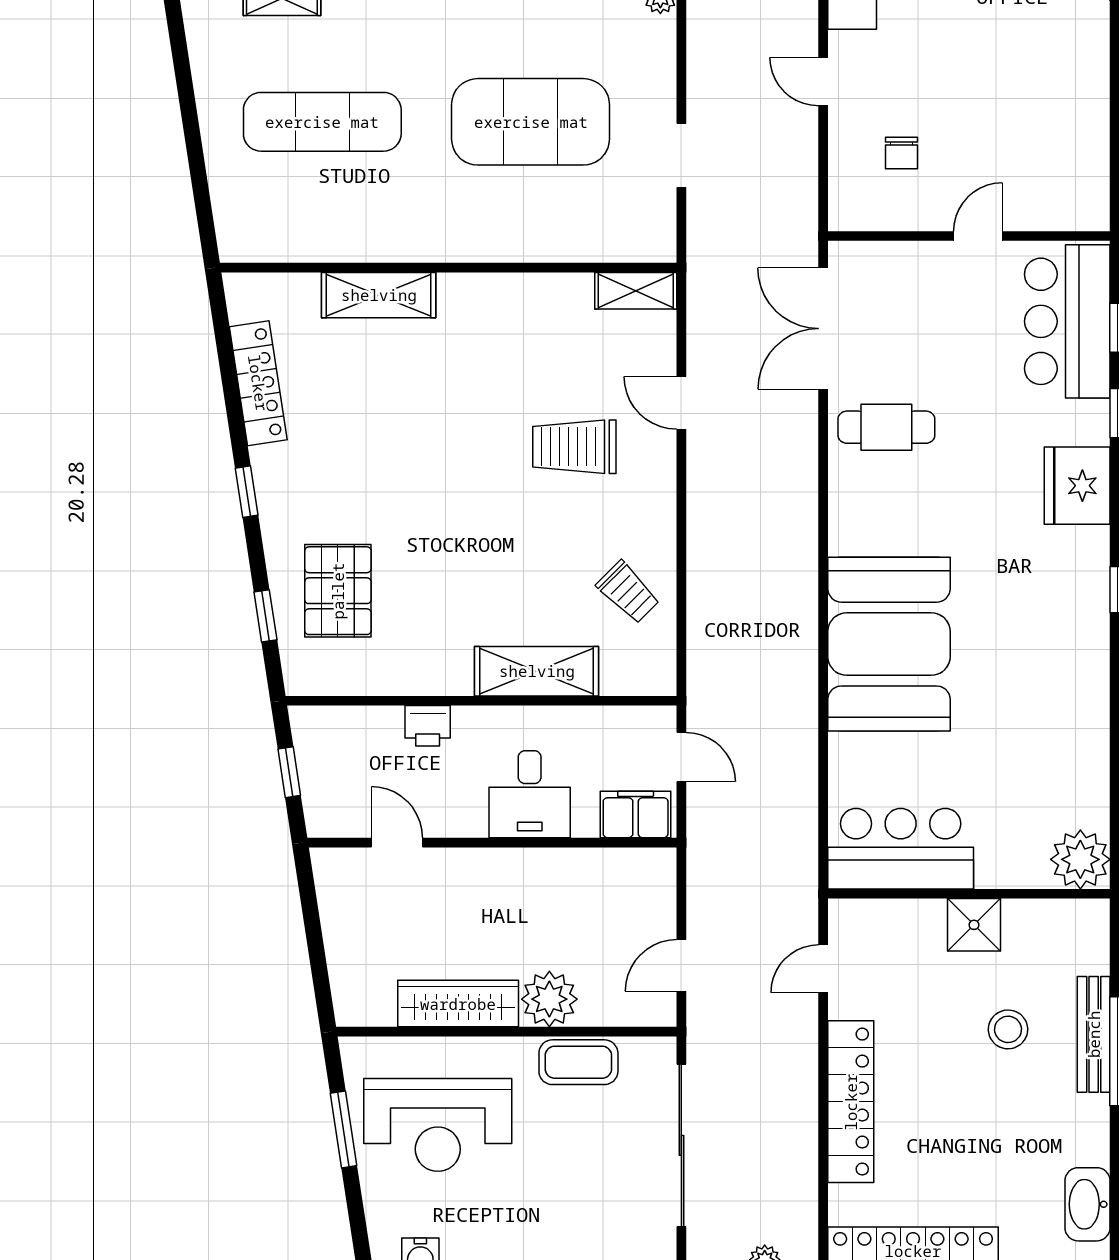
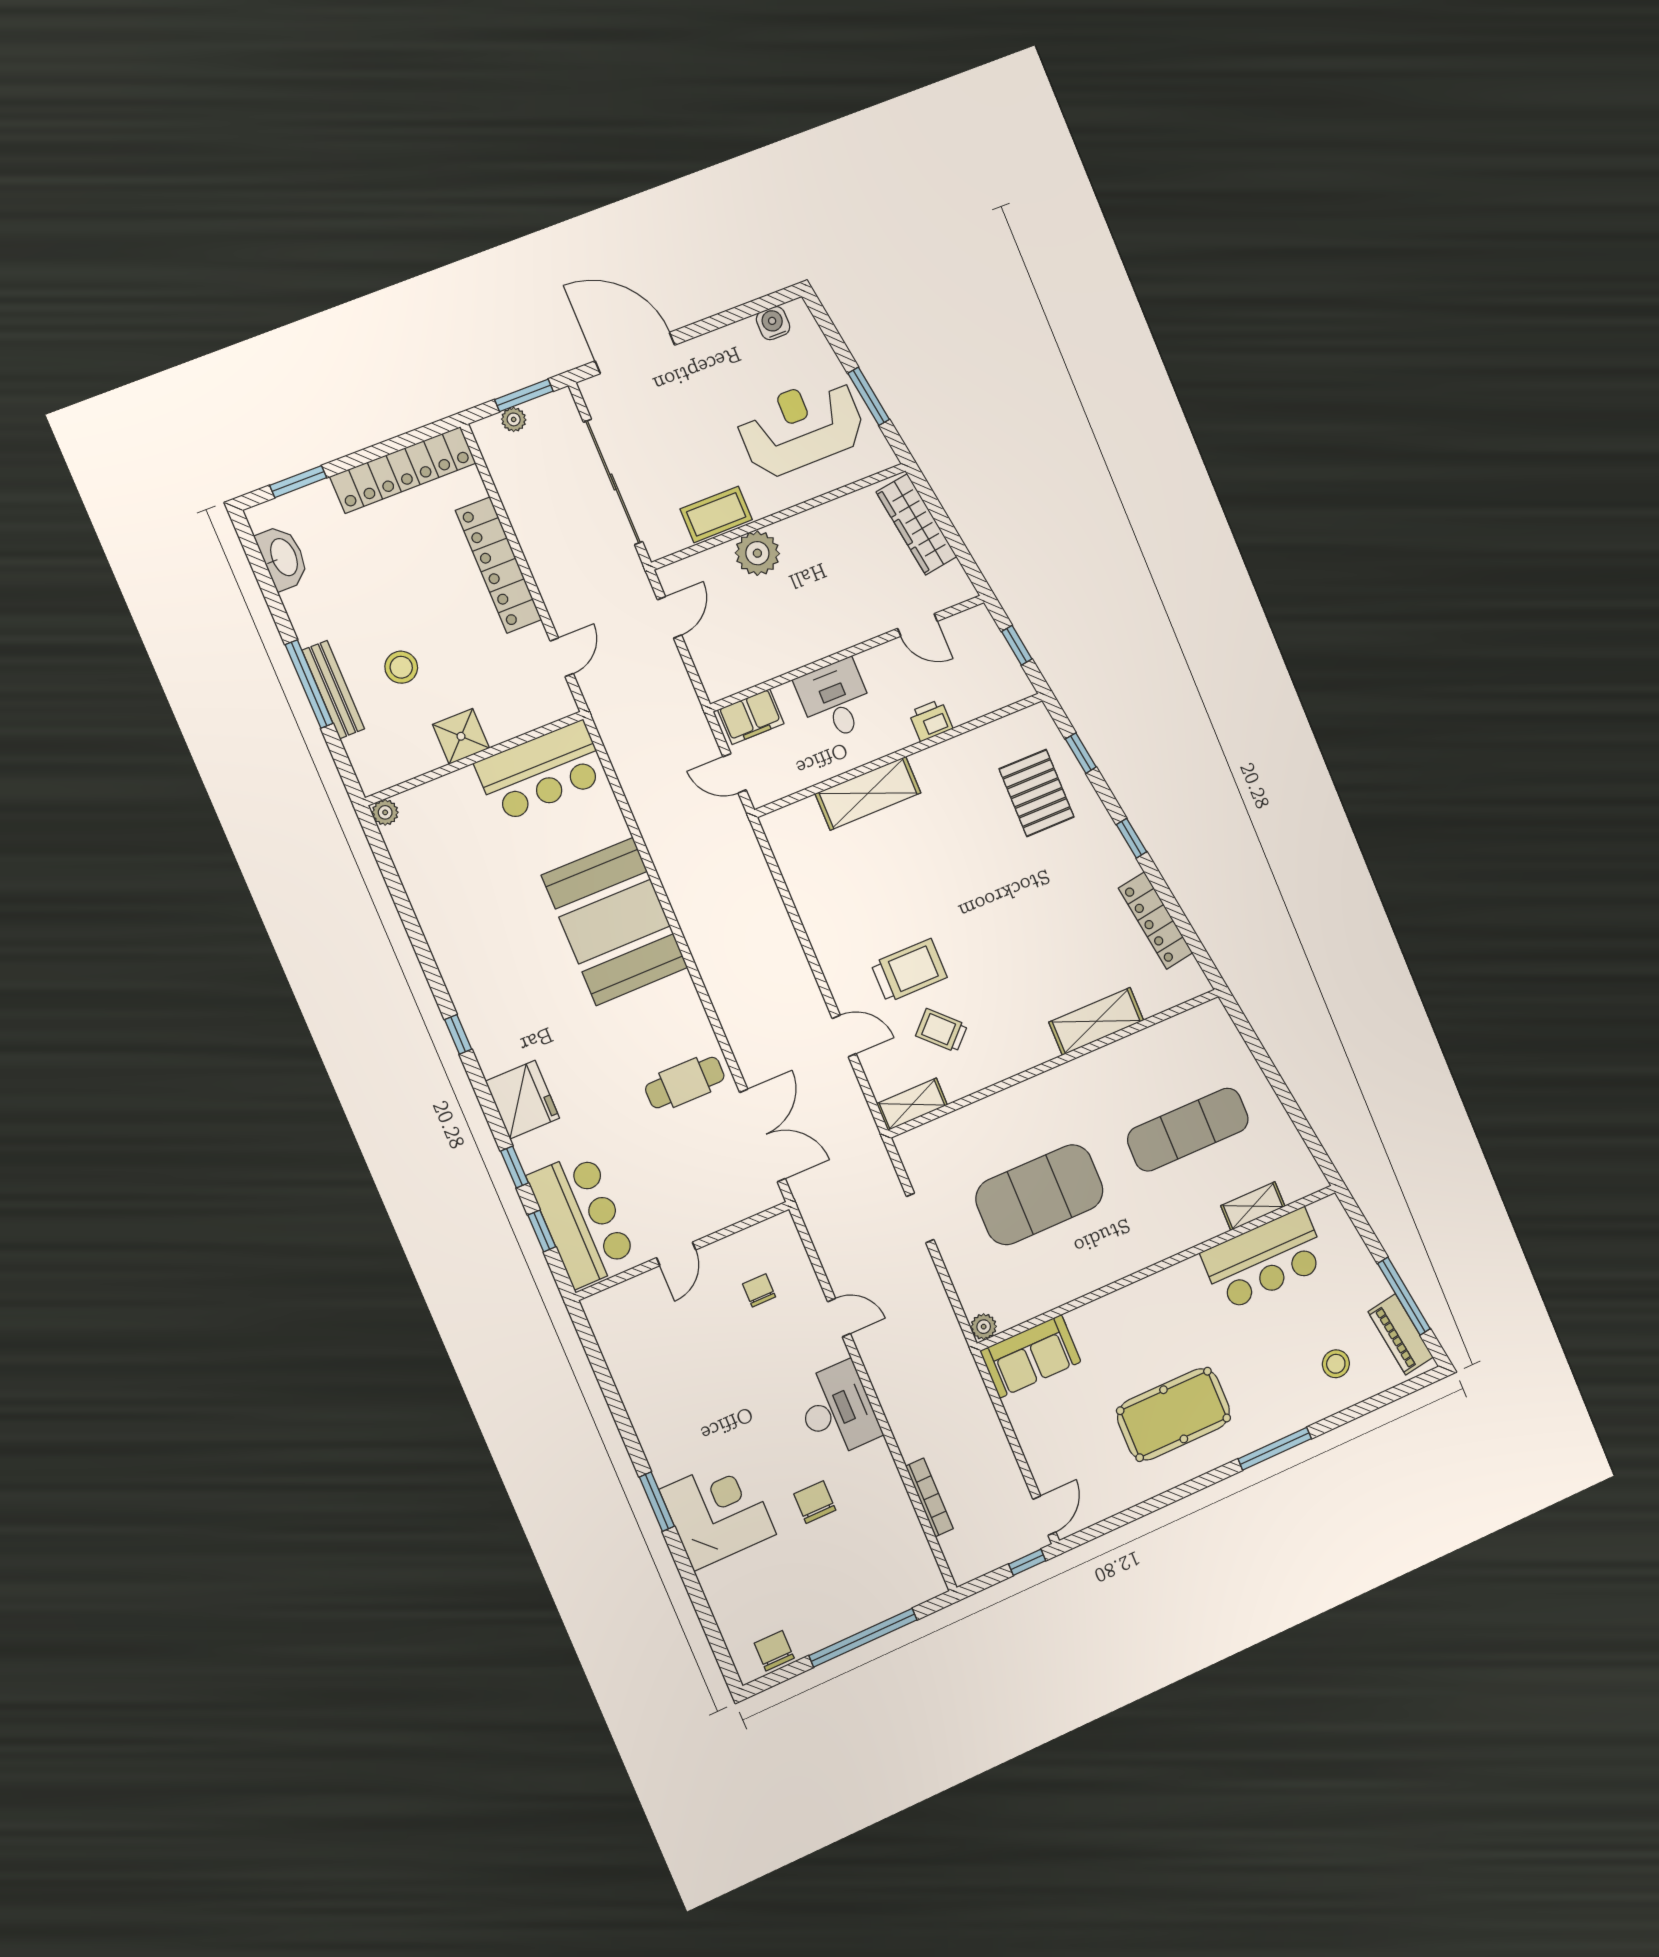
trolley: (628, 592) -> (942, 1030), moved
plant: (1080, 859) -> (385, 812), width x0.53, depth x0.53
wardrobe: (458, 1004) -> (916, 524), moved, turned 81

